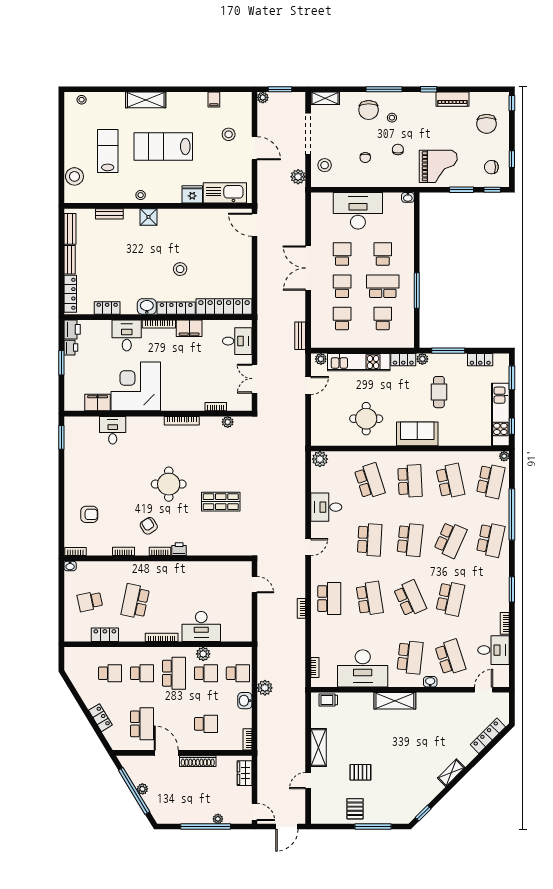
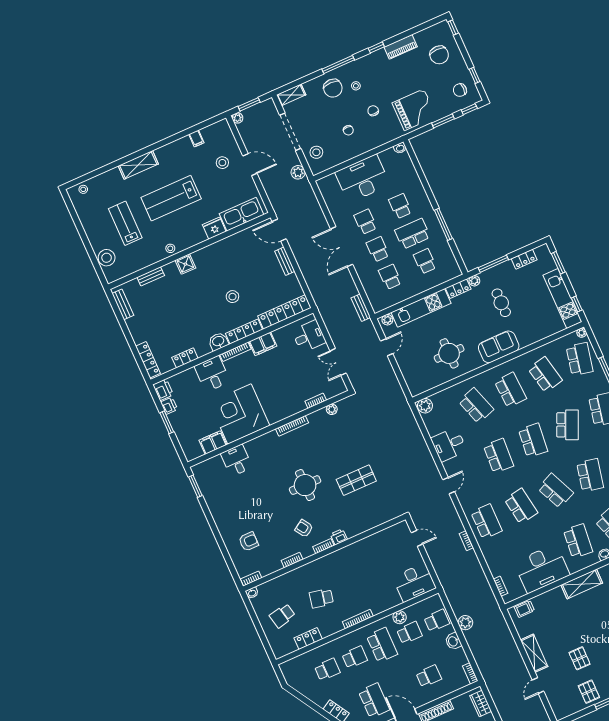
bench: (70, 260) -> (285, 261), moved
school desk: (135, 601) -> (321, 598), width x0.54
desk: (201, 626) -> (414, 582), moved
pallet: (360, 772) -> (580, 658), turned 90

